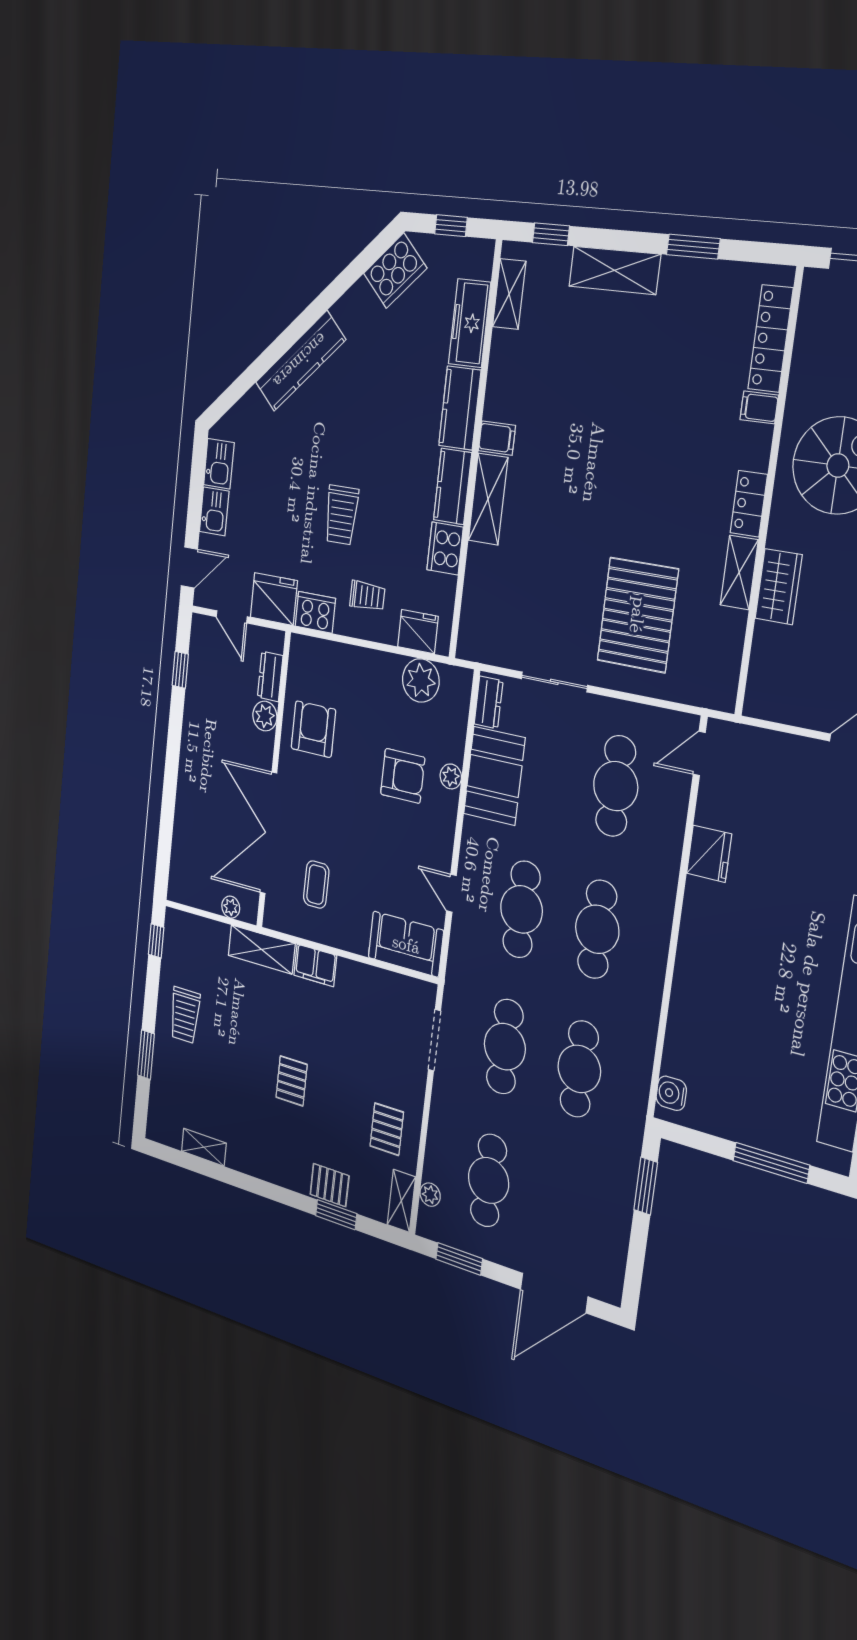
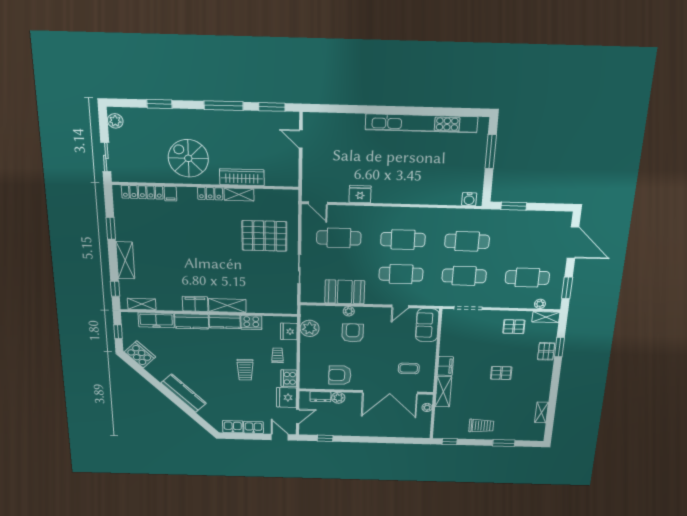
filing cabinet: (497, 438) -> (195, 304), width x2.00
trolley: (341, 515) -> (245, 370), turned 90
wardrobe: (779, 587) -> (242, 177), width x1.50
dresser: (489, 702) -> (313, 297), removed

